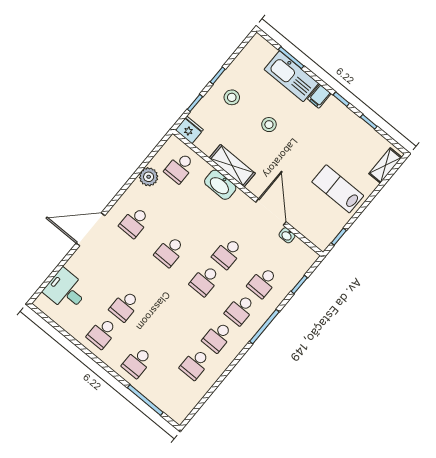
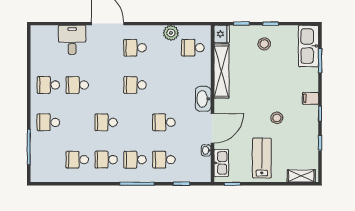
kitchen sink: (291, 76) -> (308, 46), moved
stool: (269, 125) -> (277, 118), moved
shelving: (232, 166) -> (221, 71), width x1.47
washbasin: (220, 185) -> (203, 99), moved
kitchen sink: (311, 231) -> (221, 163), added
school desk: (205, 281) -> (106, 122), moved
desk: (66, 290) -> (72, 40), moved

